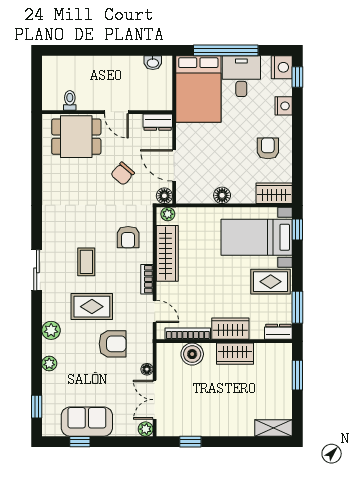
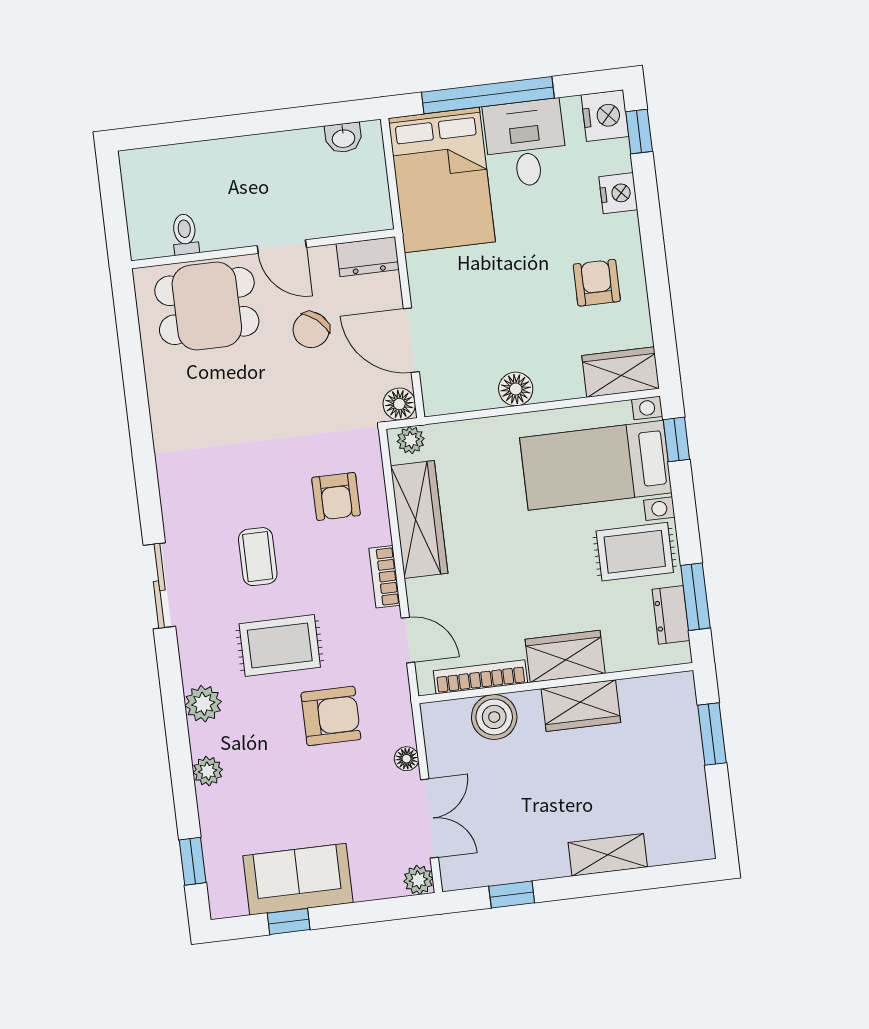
chair: (123, 174) -> (311, 330), moved
dresser: (278, 332) -> (671, 615), moved, turned -90
double door: (155, 400) -> (430, 818), swing flipped
shelving: (274, 428) -> (608, 855), moved

